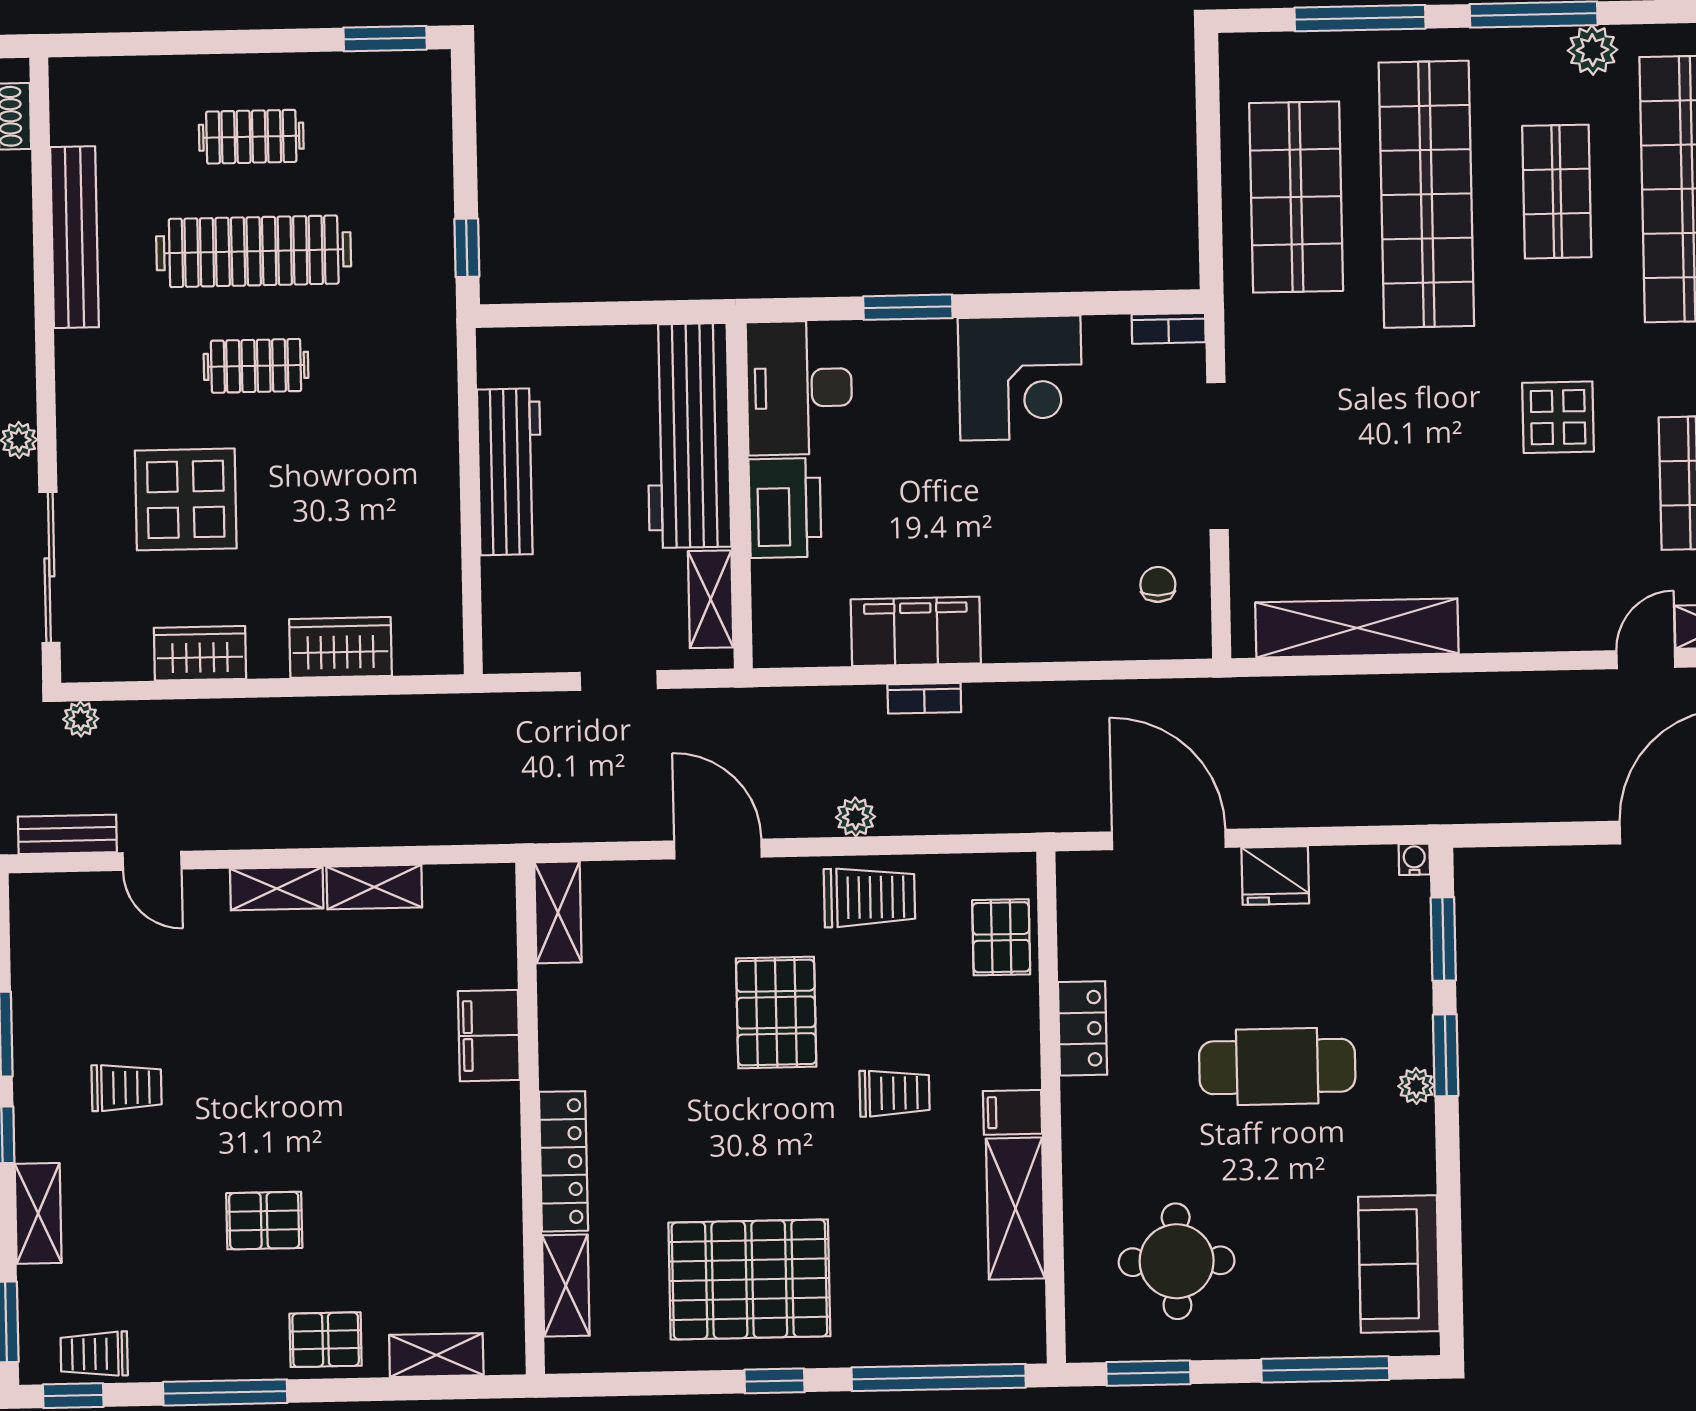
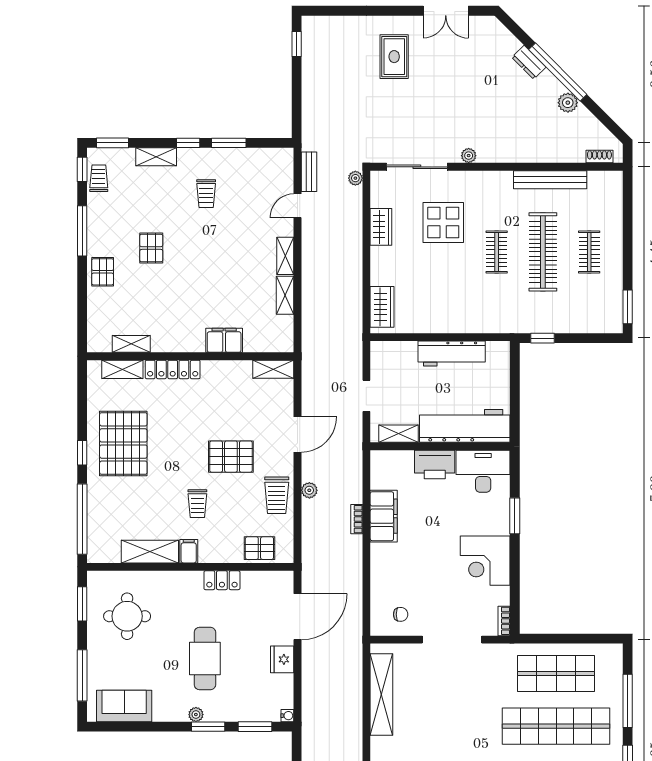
wardrobe: (341, 647) -> (382, 307), moved
shelving: (436, 1355) -> (131, 344), moved, turned 90

